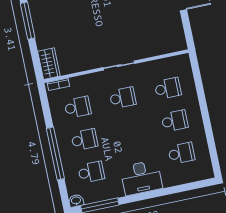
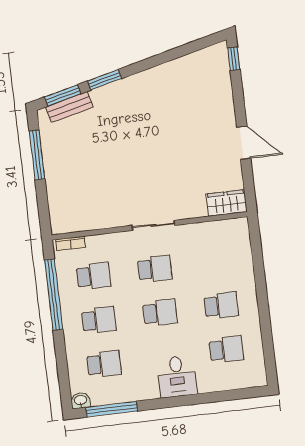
wardrobe: (49, 64) -> (227, 203), moved, turned -90
school desk: (168, 88) -> (160, 313), moved
window: (55, 153) -> (54, 295), moved
desk: (141, 178) -> (177, 377), width x0.73

